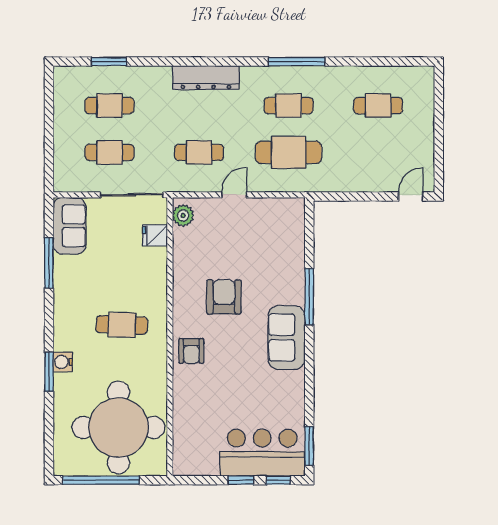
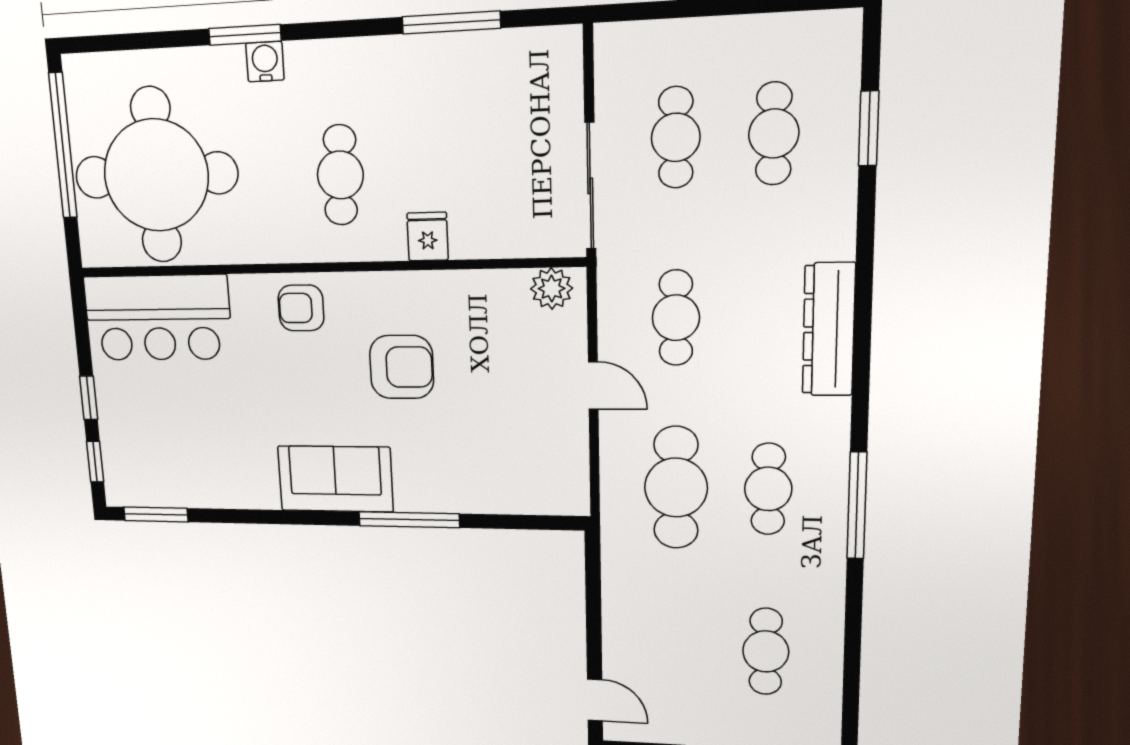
sofa: (69, 226) -> (526, 61), removed
fridge: (155, 235) -> (428, 236), moved
bar counter: (262, 453) -> (158, 318), moved, turned 90

